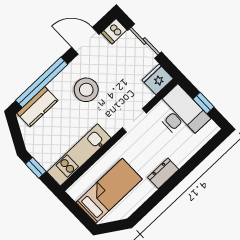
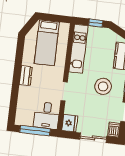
window: (204, 103) -> (35, 131), width x2.17
desk: (181, 114) -> (47, 115), width x0.73

